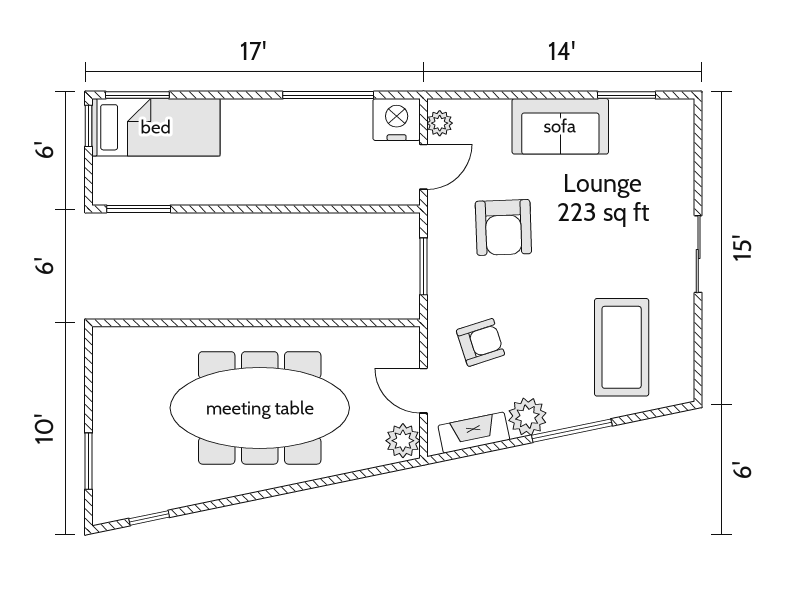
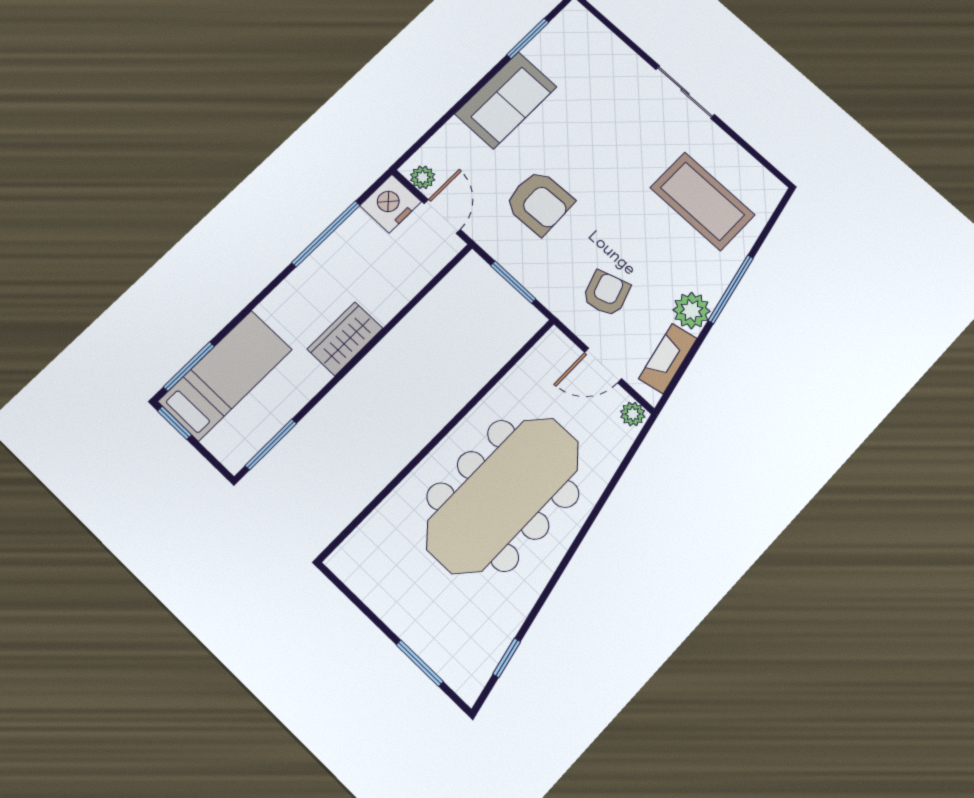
wardrobe: (264, 186) -> (345, 339), added
plant: (403, 441) -> (633, 414), width x0.73, depth x0.73

